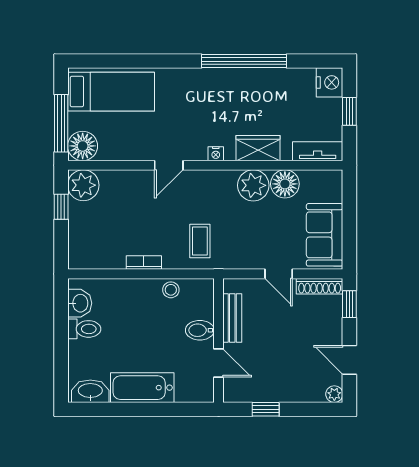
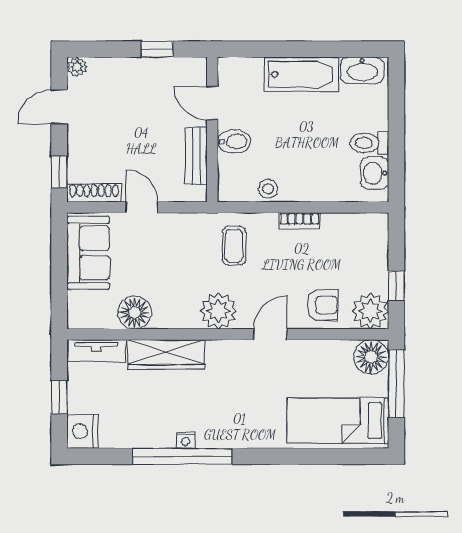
wardrobe: (258, 148) -> (166, 354), width x1.50
nightstand: (216, 154) -> (186, 440), moved, turned 180
plant: (253, 185) -> (218, 311), moved
armchair: (124, 190) -> (322, 305), added
door: (349, 360) -> (59, 107), swing flipped

